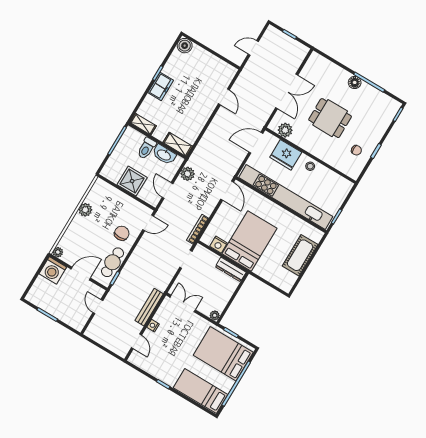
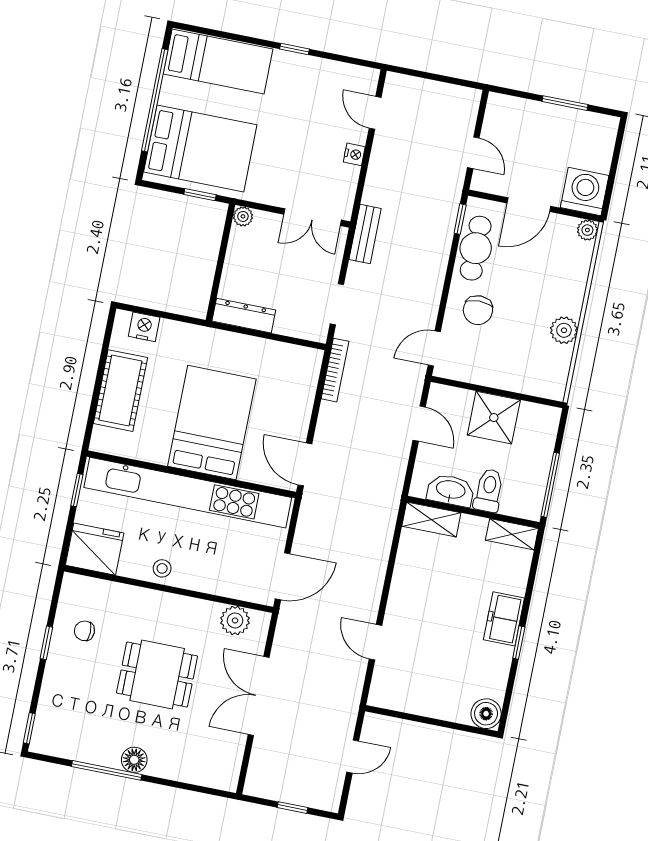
fridge: (286, 155) -> (95, 549), moved
plant: (188, 174) -> (392, 470), removed
bed: (250, 241) -> (212, 423), moved, turned 180
nightstand: (218, 245) -> (144, 327), moved
bench: (149, 307) -> (365, 234), moved, width x0.73

